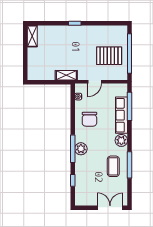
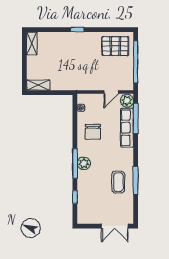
pallet: (109, 56) -> (115, 46), moved
shelving: (66, 75) -> (38, 85), moved
door: (95, 82) -> (111, 92), moved
plant: (121, 140) -> (127, 101), moved
double door: (110, 208) -> (115, 226), swing flipped

